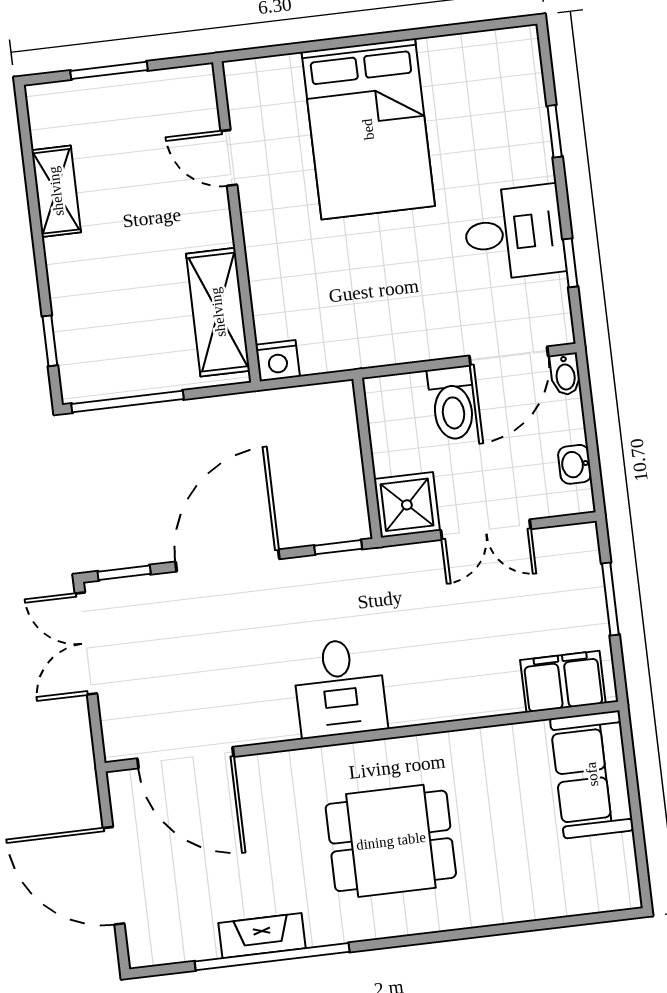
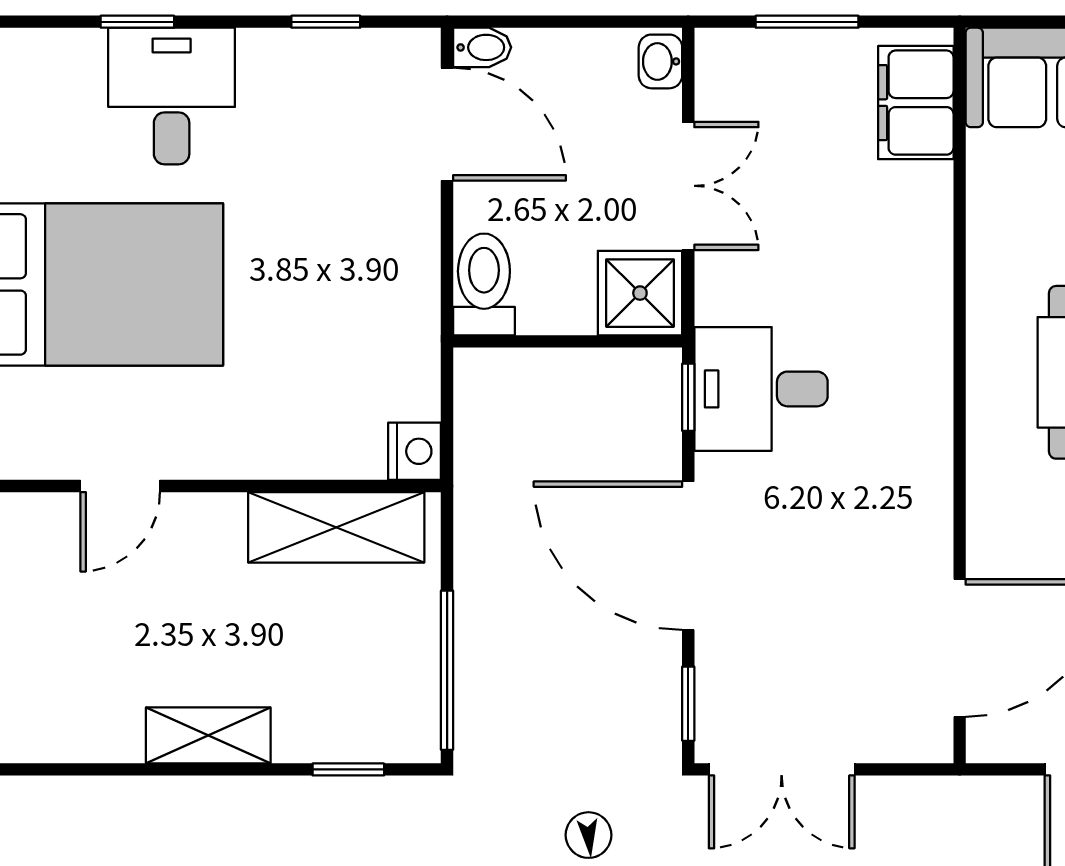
shelving: (56, 191) -> (208, 735), moved
desk: (514, 233) -> (172, 96), moved
toilet: (452, 403) -> (484, 284), moved, turned -90
washbasin: (575, 464) -> (660, 61), moved, turned 90
desk: (340, 688) -> (761, 389), moved, turned 180

